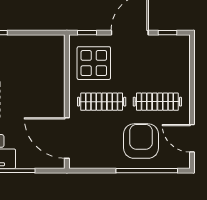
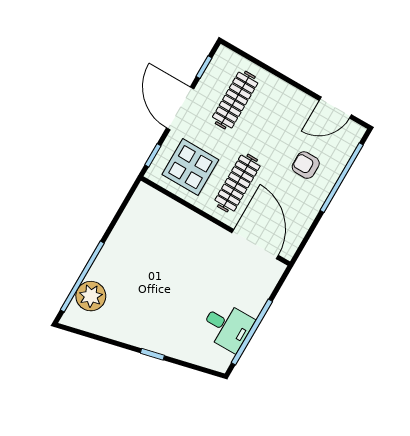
clothes rail: (157, 102) -> (235, 100), moved
door: (67, 138) -> (255, 244), swing flipped
armchair: (141, 141) -> (306, 165), width x0.53, depth x0.53

